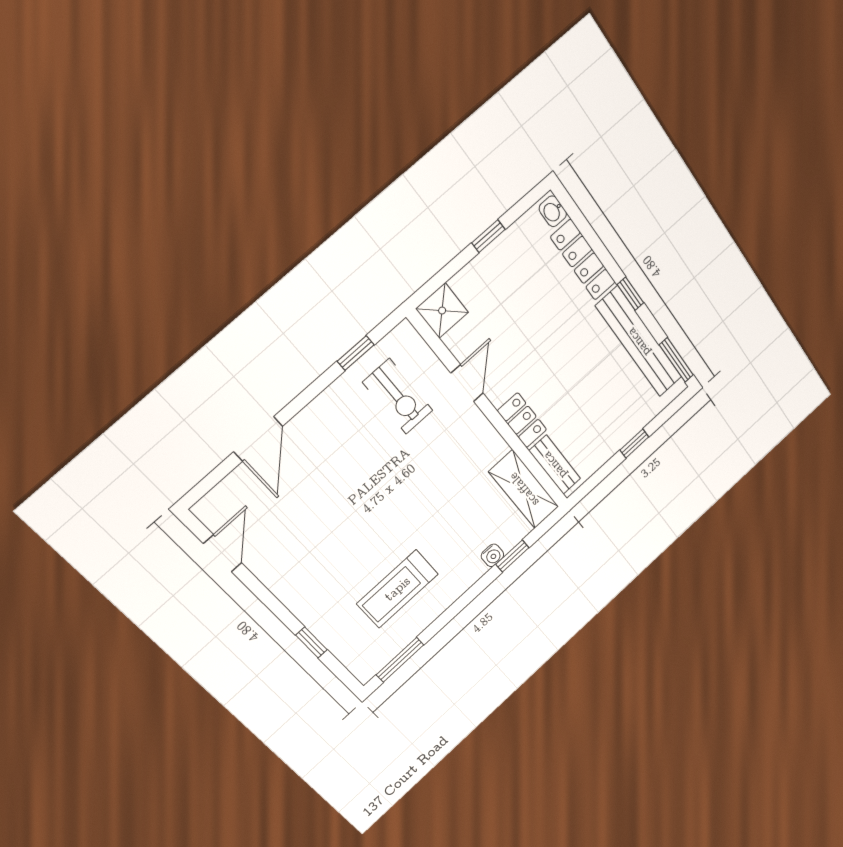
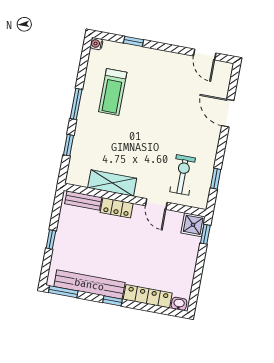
window: (488, 236) -> (205, 234), moved
exercise bike: (398, 396) -> (183, 175), turned 90
shelving: (524, 489) -> (112, 183), moved
water cooler: (492, 555) -> (96, 44), moved
treadmill: (398, 589) -> (113, 92), turned 180
window: (400, 660) -> (76, 104), moved

